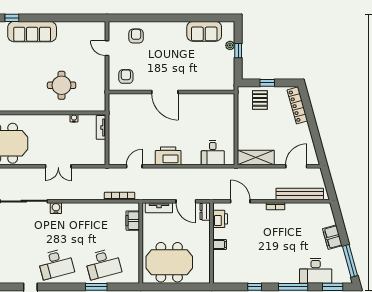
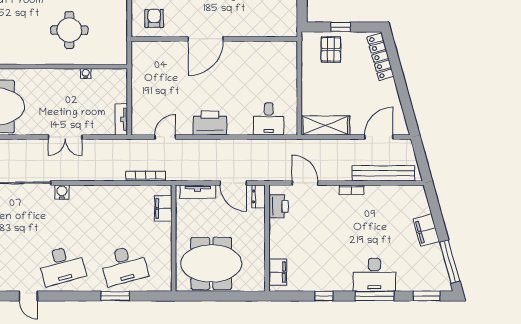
door: (165, 92) -> (206, 39), hinge flipped
tv unit: (101, 127) -> (121, 119), moved
filing cabinet: (220, 245) -> (278, 272), moved, width x2.00
desk: (316, 271) -> (374, 275), moved

